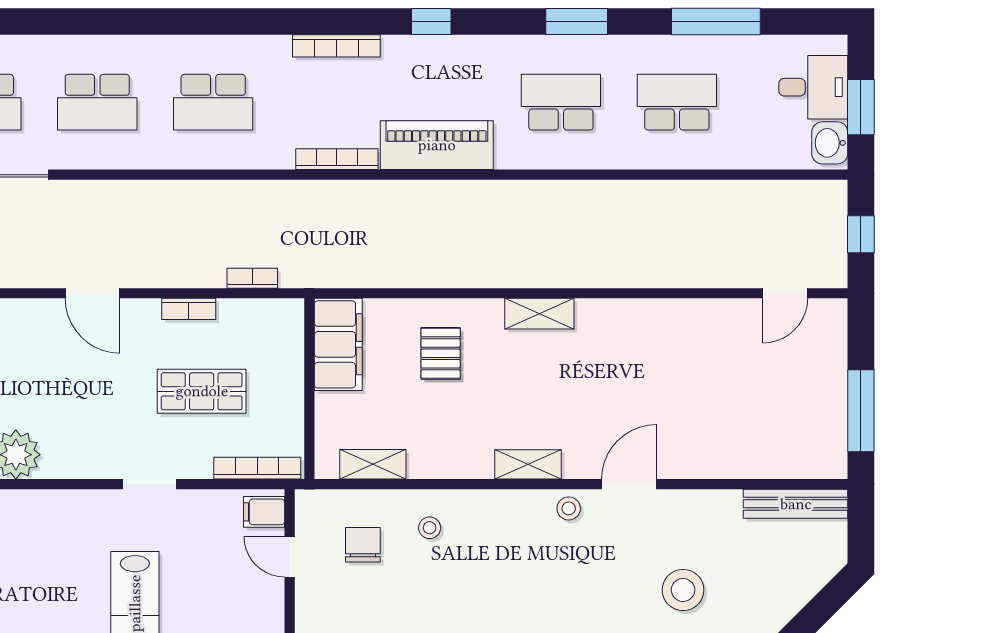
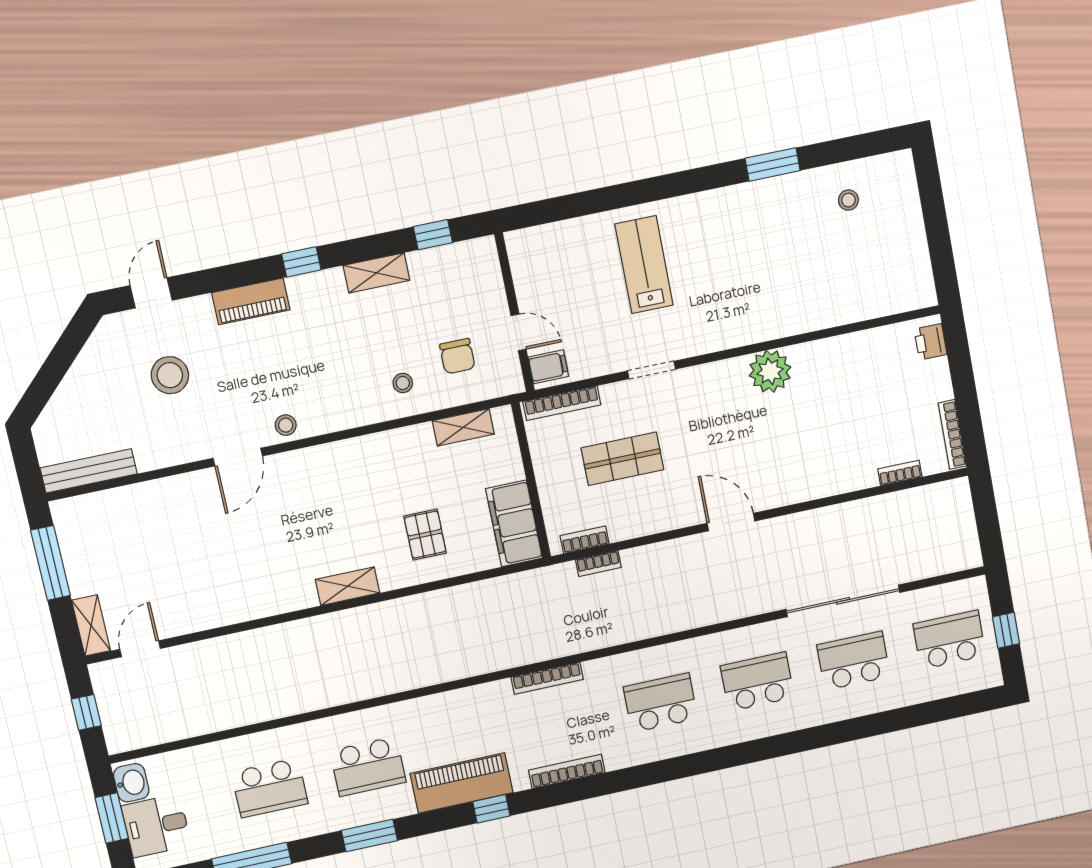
piano: (437, 145) -> (462, 783), moved, turned 180
bookcase: (189, 309) -> (585, 540), moved
shelving: (528, 464) -> (91, 625), moved, turned 90

